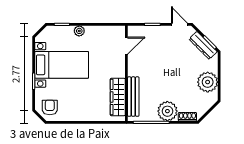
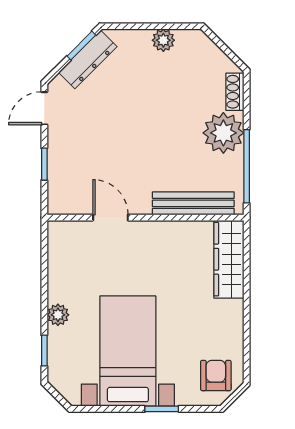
door: (126, 46) -> (110, 218), moved
plant: (208, 82) -> (163, 40), width x0.53, depth x0.53
wardrobe: (118, 97) -> (229, 259), moved, turned 90
armchair: (50, 107) -> (216, 375), turned 90

